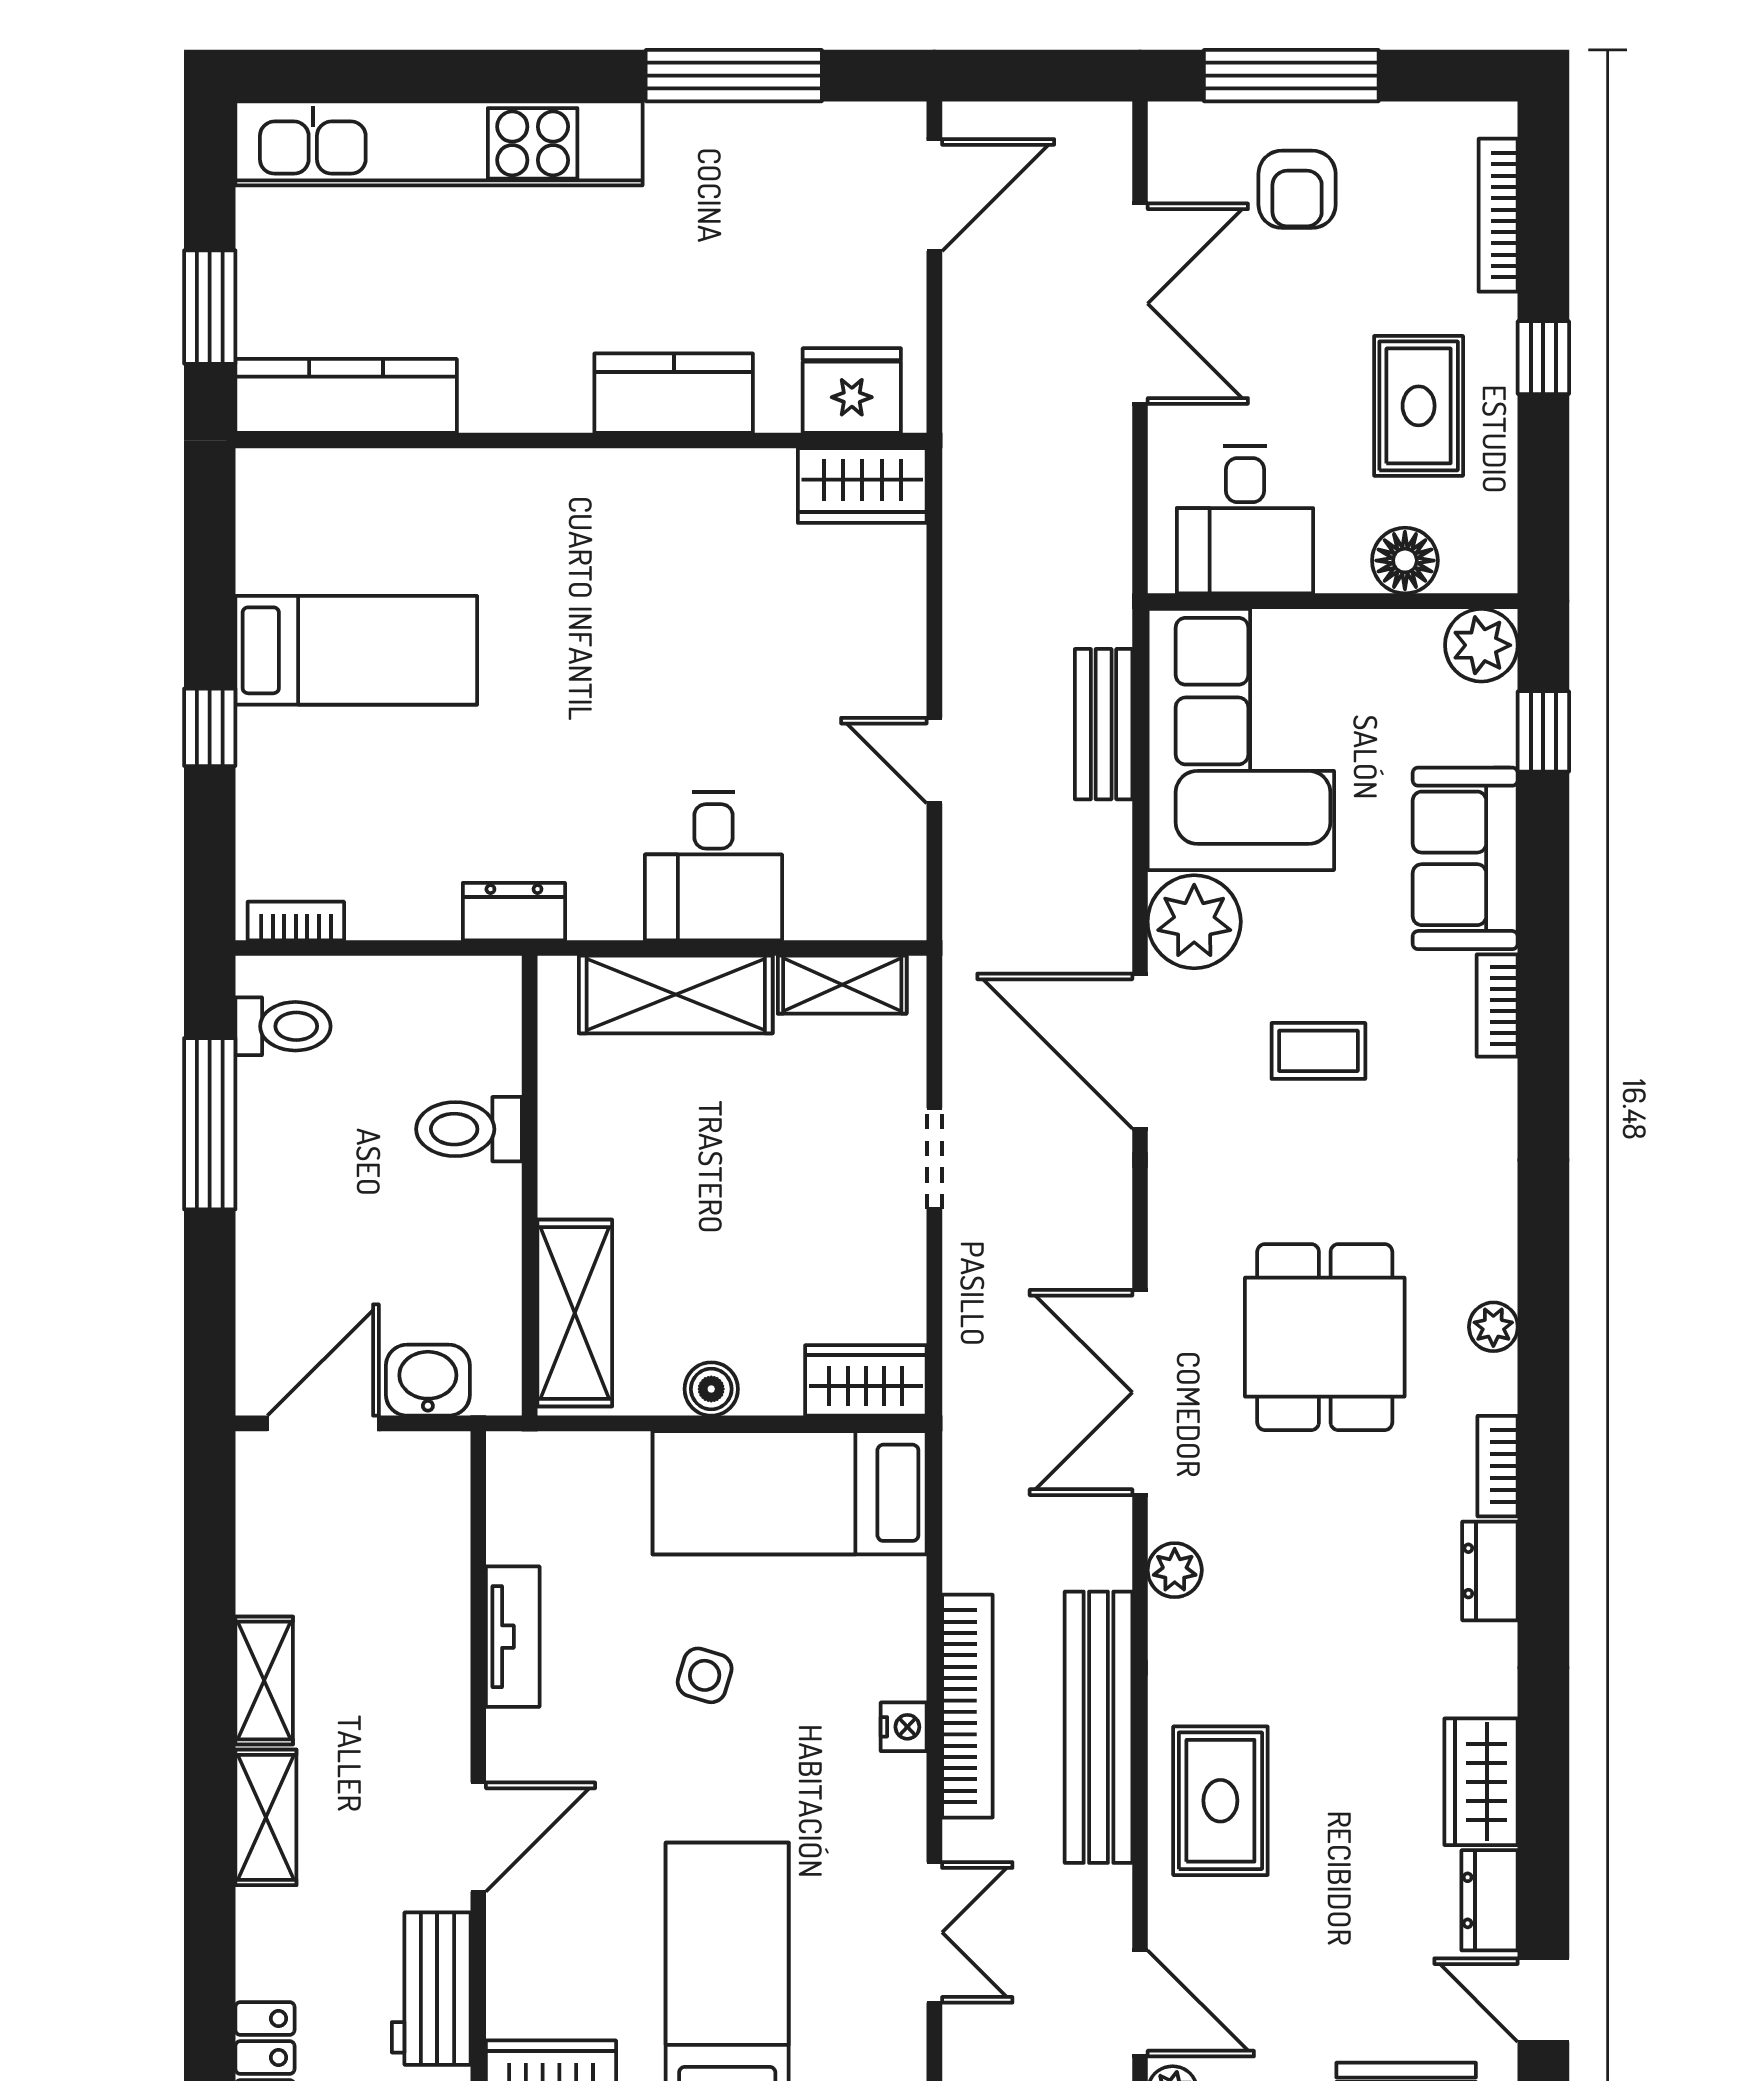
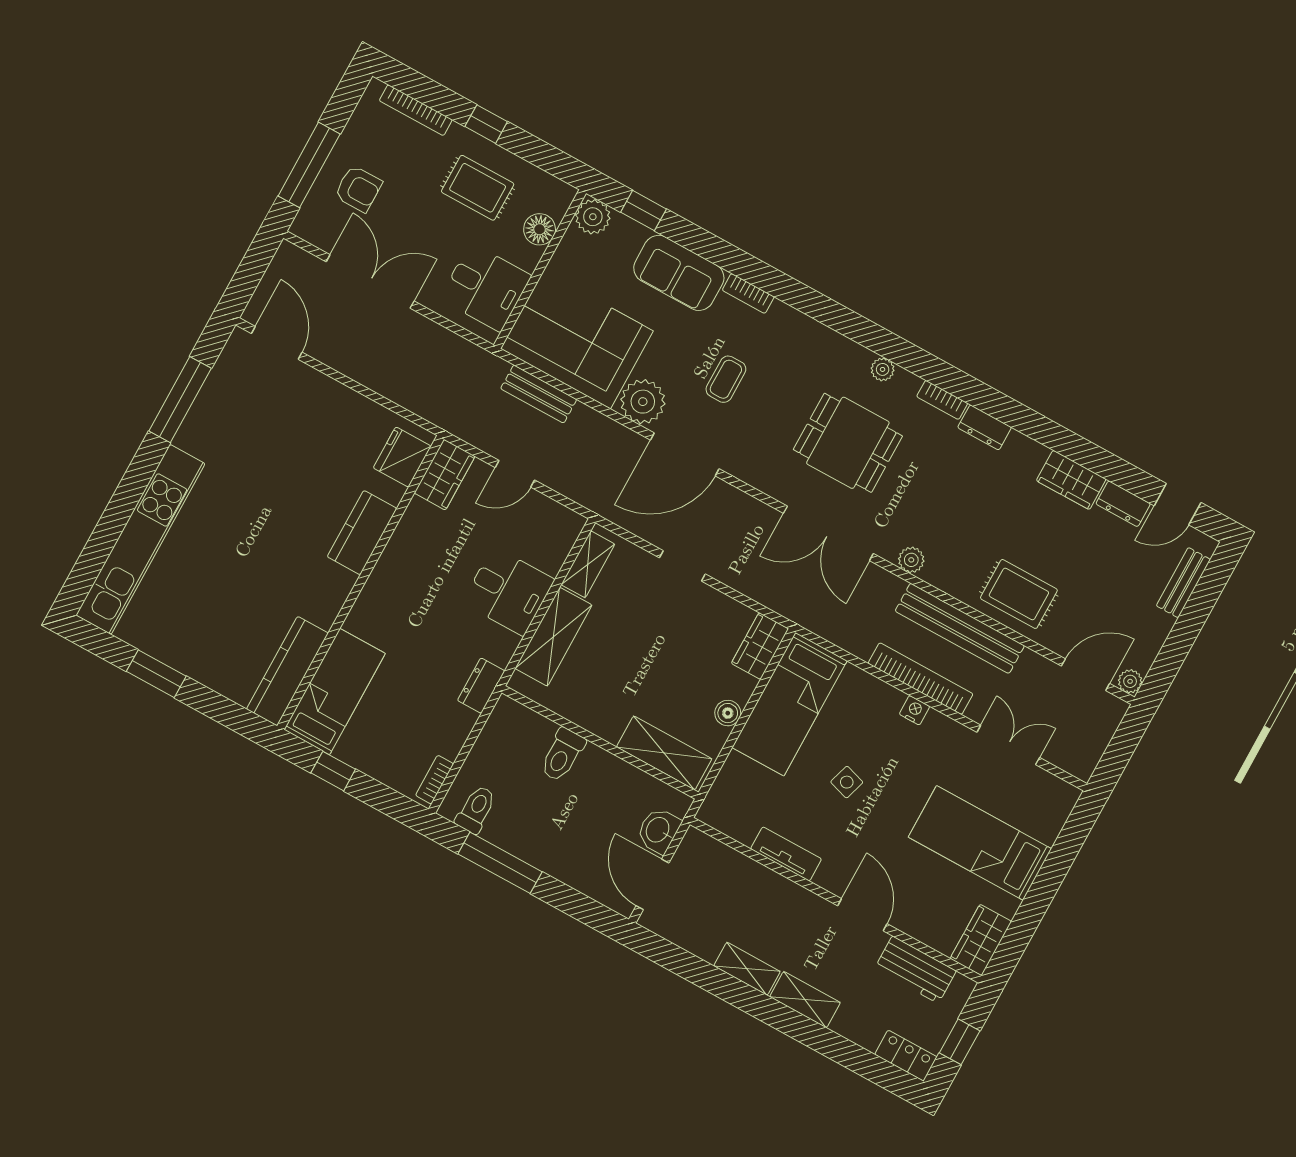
fridge: (852, 390) -> (402, 457), moved
kitchen counter: (674, 393) -> (362, 533), moved
kitchen counter: (346, 396) -> (287, 671), moved
wall: (581, 440) -> (361, 583), moved
wardrobe: (862, 486) -> (445, 475), moved

